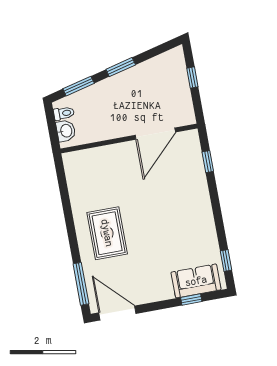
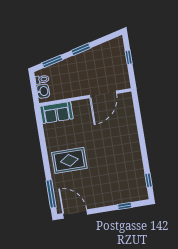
window: (208, 162) -> (138, 114), removed
rug: (107, 233) -> (69, 160), turned 90
sofa: (196, 281) -> (57, 113), moved, turned 180

